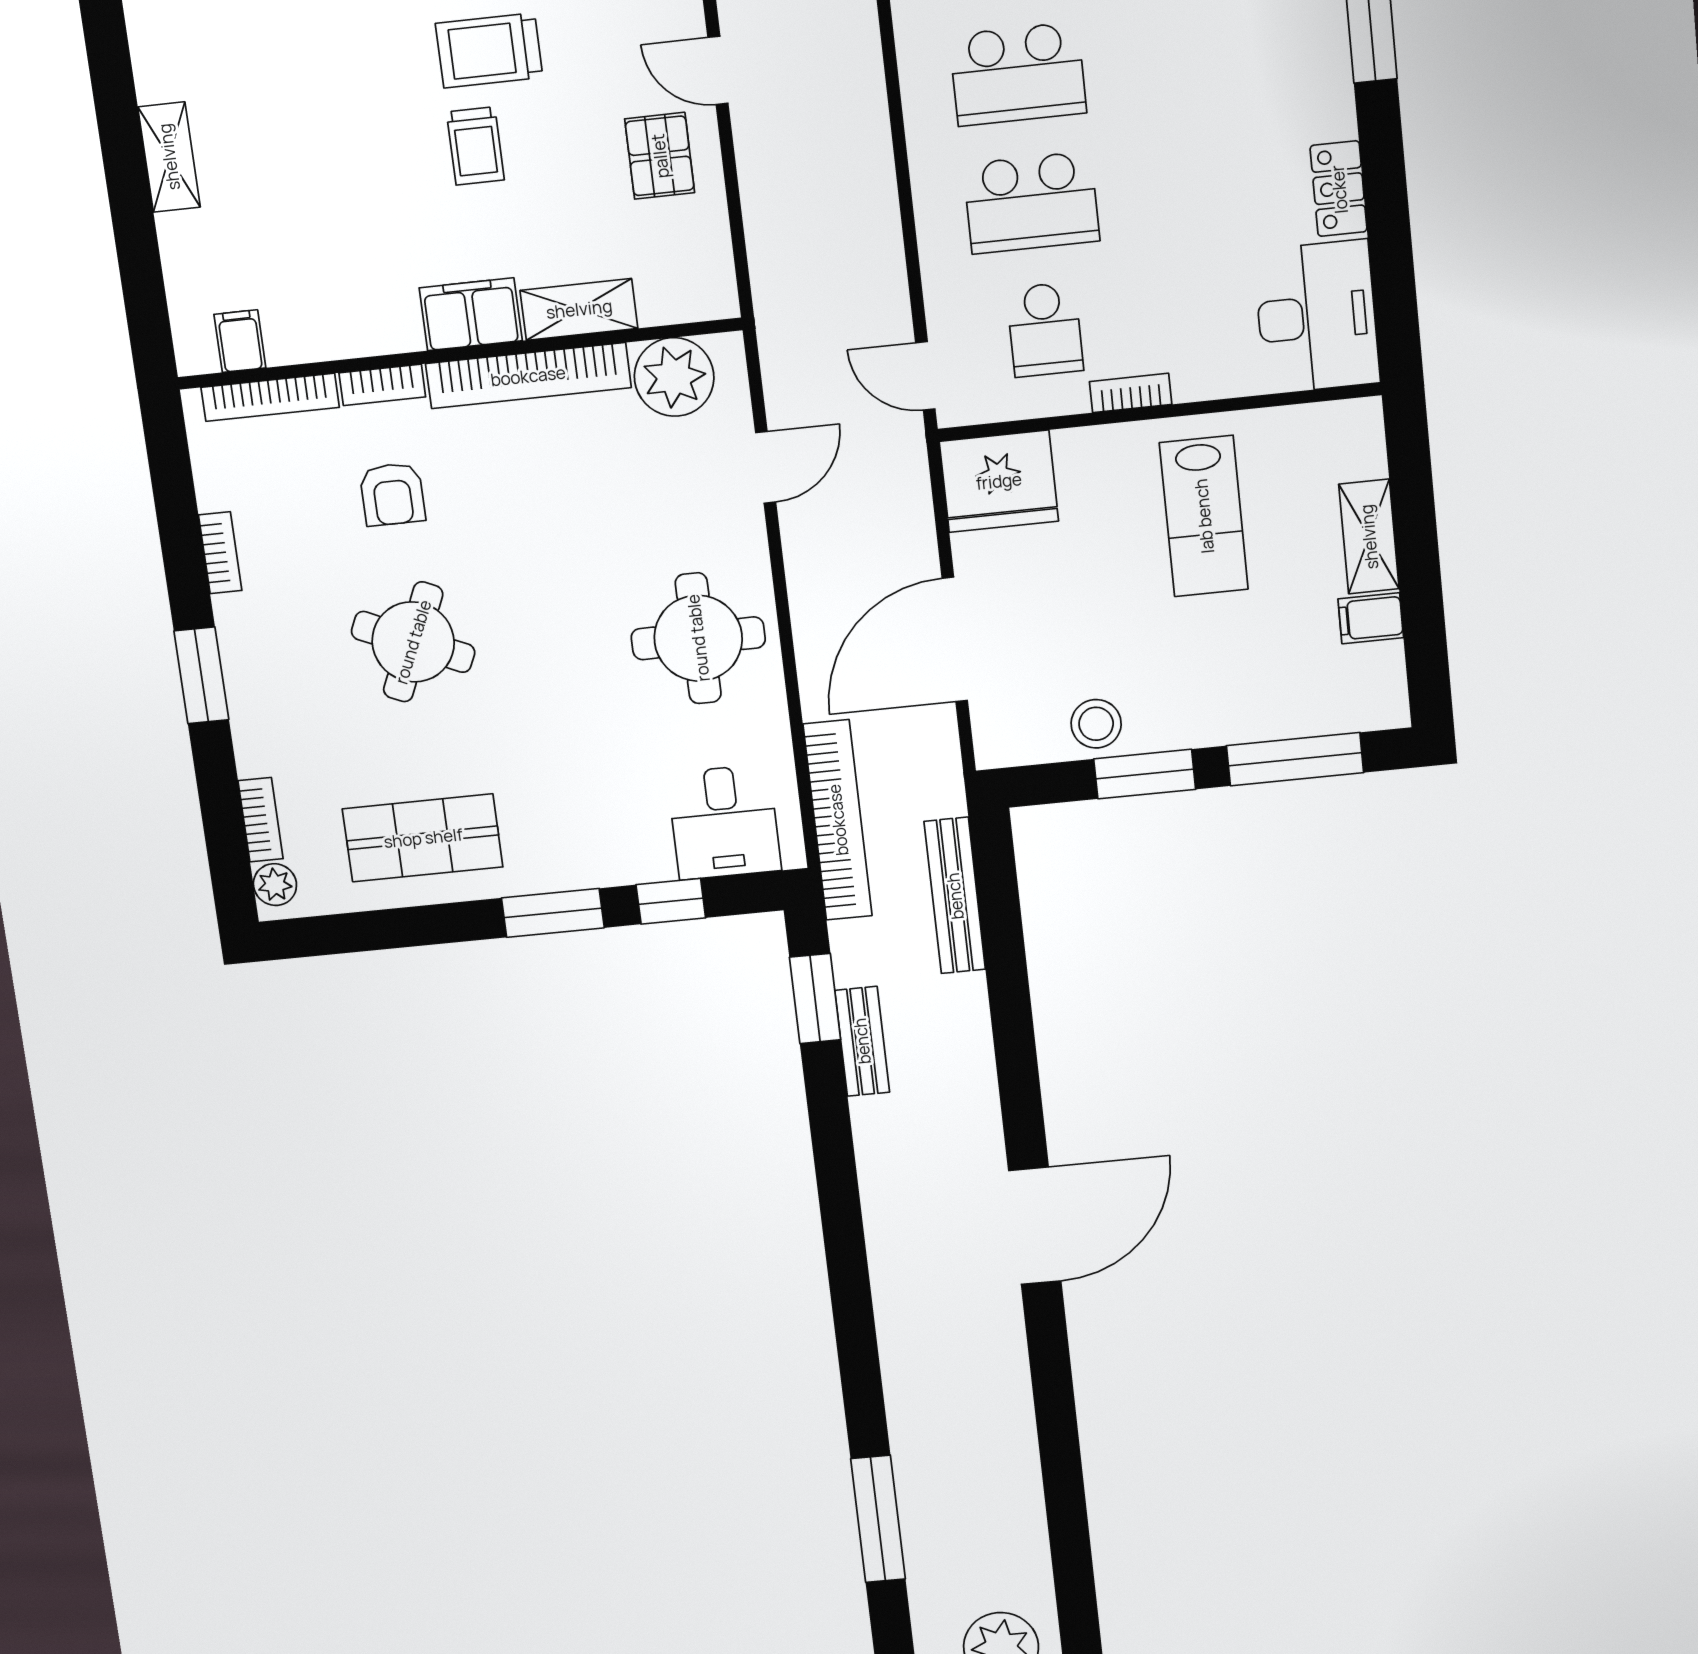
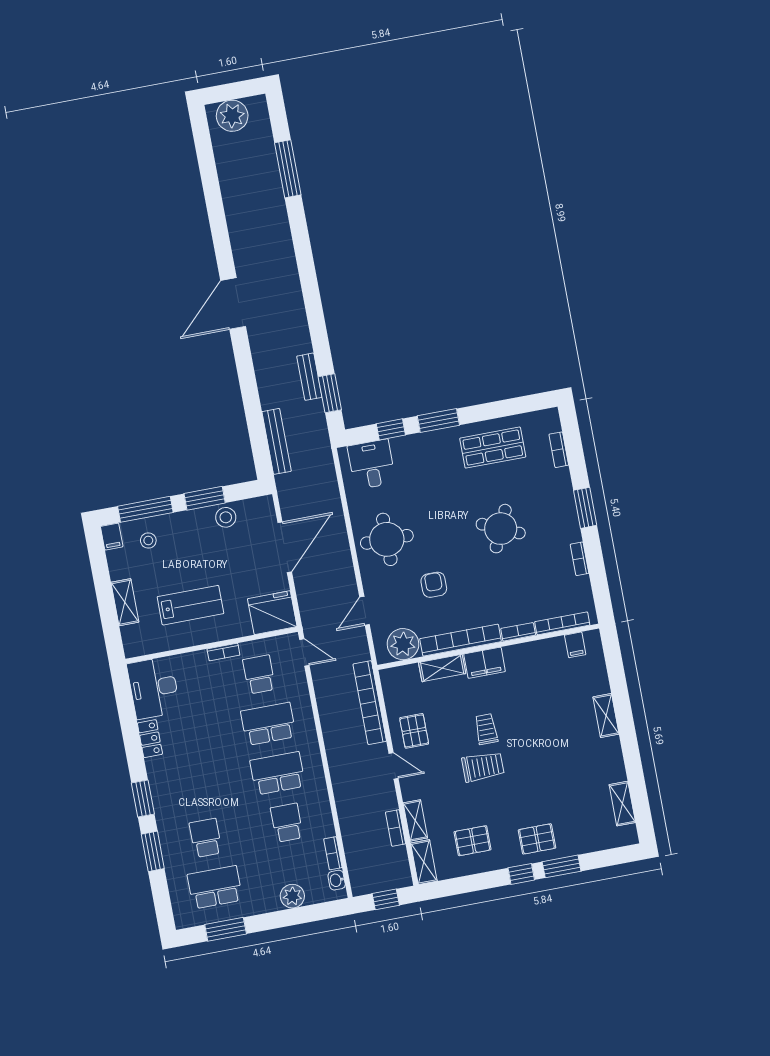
armchair: (392, 494) -> (434, 585), moved
lab bench: (1204, 516) -> (190, 605), turned 90
filing cabinet: (1371, 618) -> (112, 537), moved, turned 90
stool: (1295, 683) -> (148, 540), added
bookcase: (838, 820) -> (370, 703), moved
plant: (275, 885) -> (552, 423), removed

